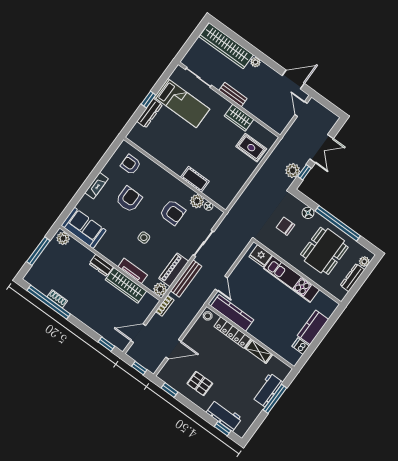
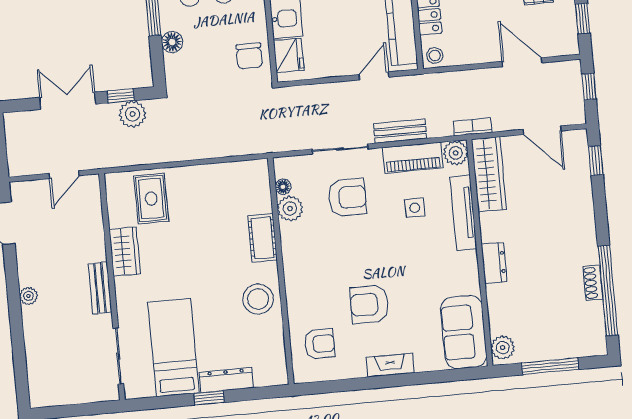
wardrobe: (226, 46) -> (41, 356), removed
door: (301, 109) -> (64, 175), moved
stool: (171, 155) -> (258, 299), added
armchair: (131, 164) -> (320, 344), turned -90
armchair: (173, 212) -> (347, 197), moved, turned 90
chair: (285, 226) -> (249, 56), moved
side table: (144, 238) -> (415, 208), moved
tv unit: (133, 271) -> (463, 213), width x1.41
bench: (186, 278) -> (400, 131), width x0.73
wardrobe: (126, 285) -> (489, 174), moved

